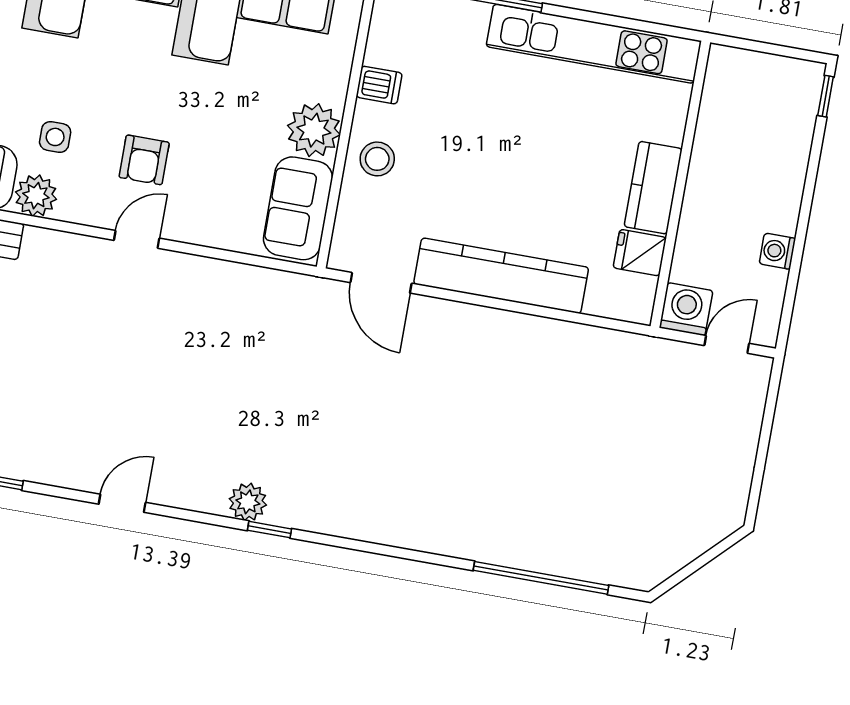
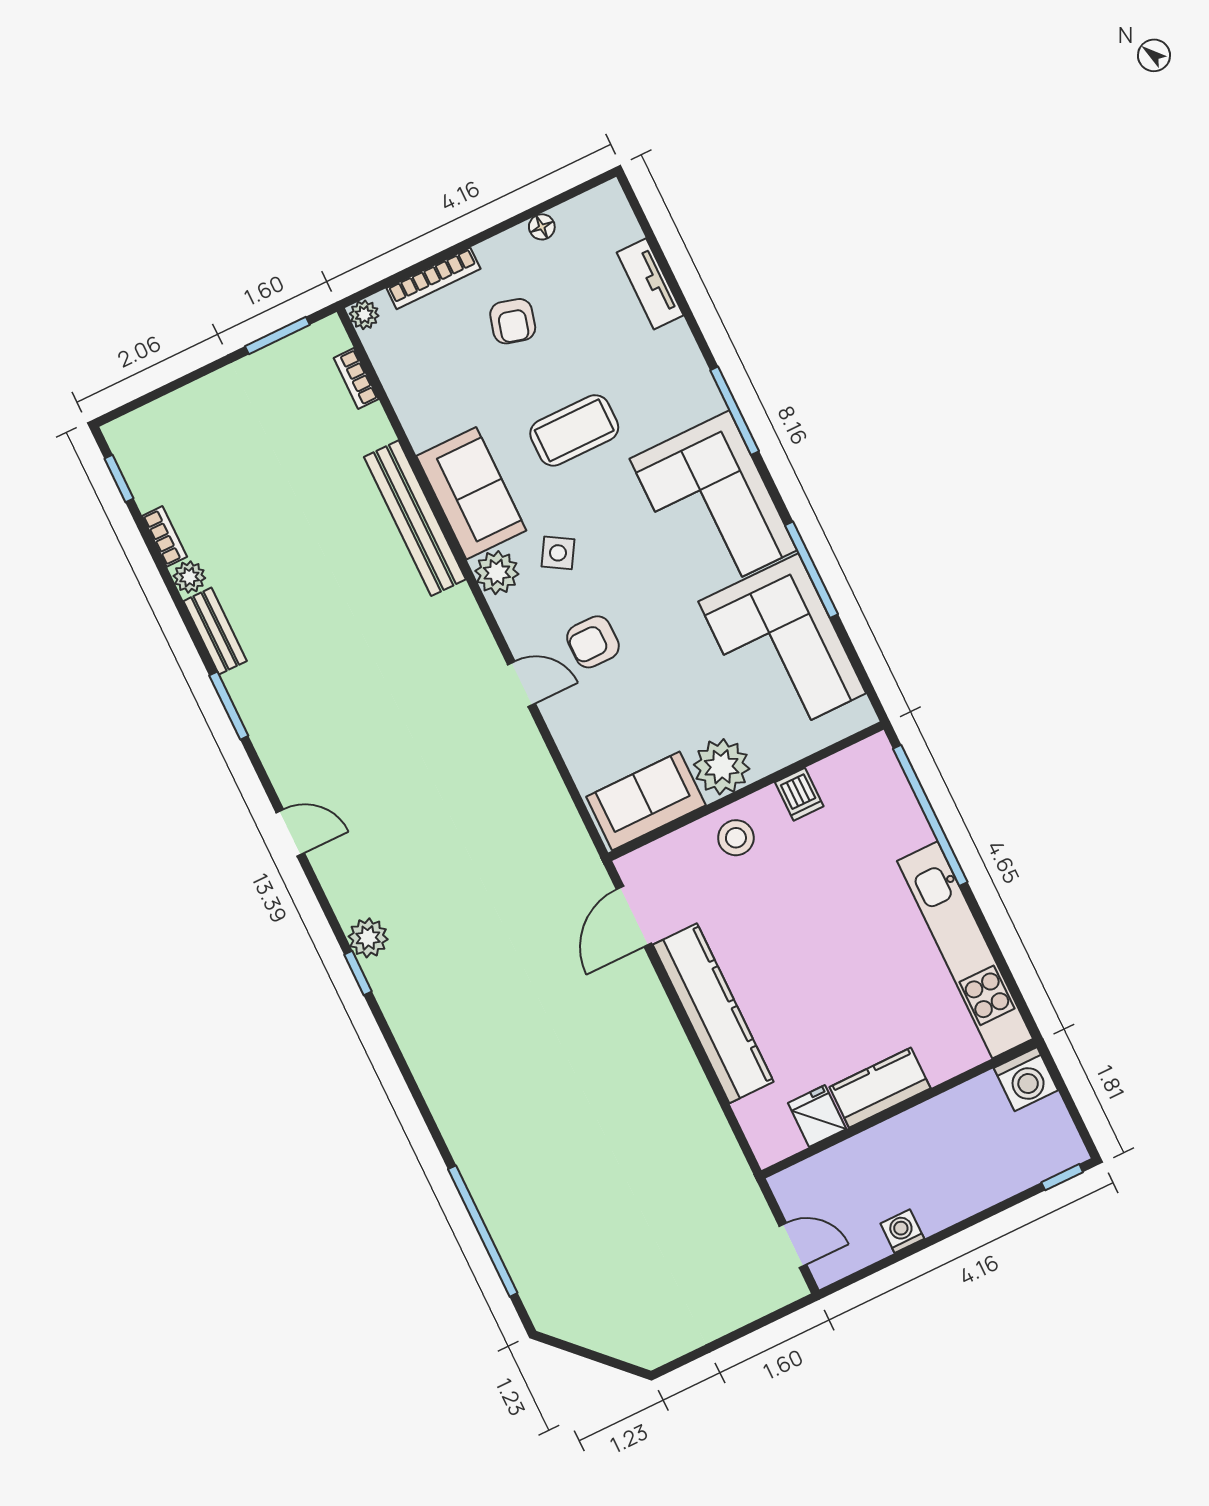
side table: (55, 137) -> (558, 553), turned 31
washing machine: (686, 309) -> (1026, 1079), moved, turned 90

